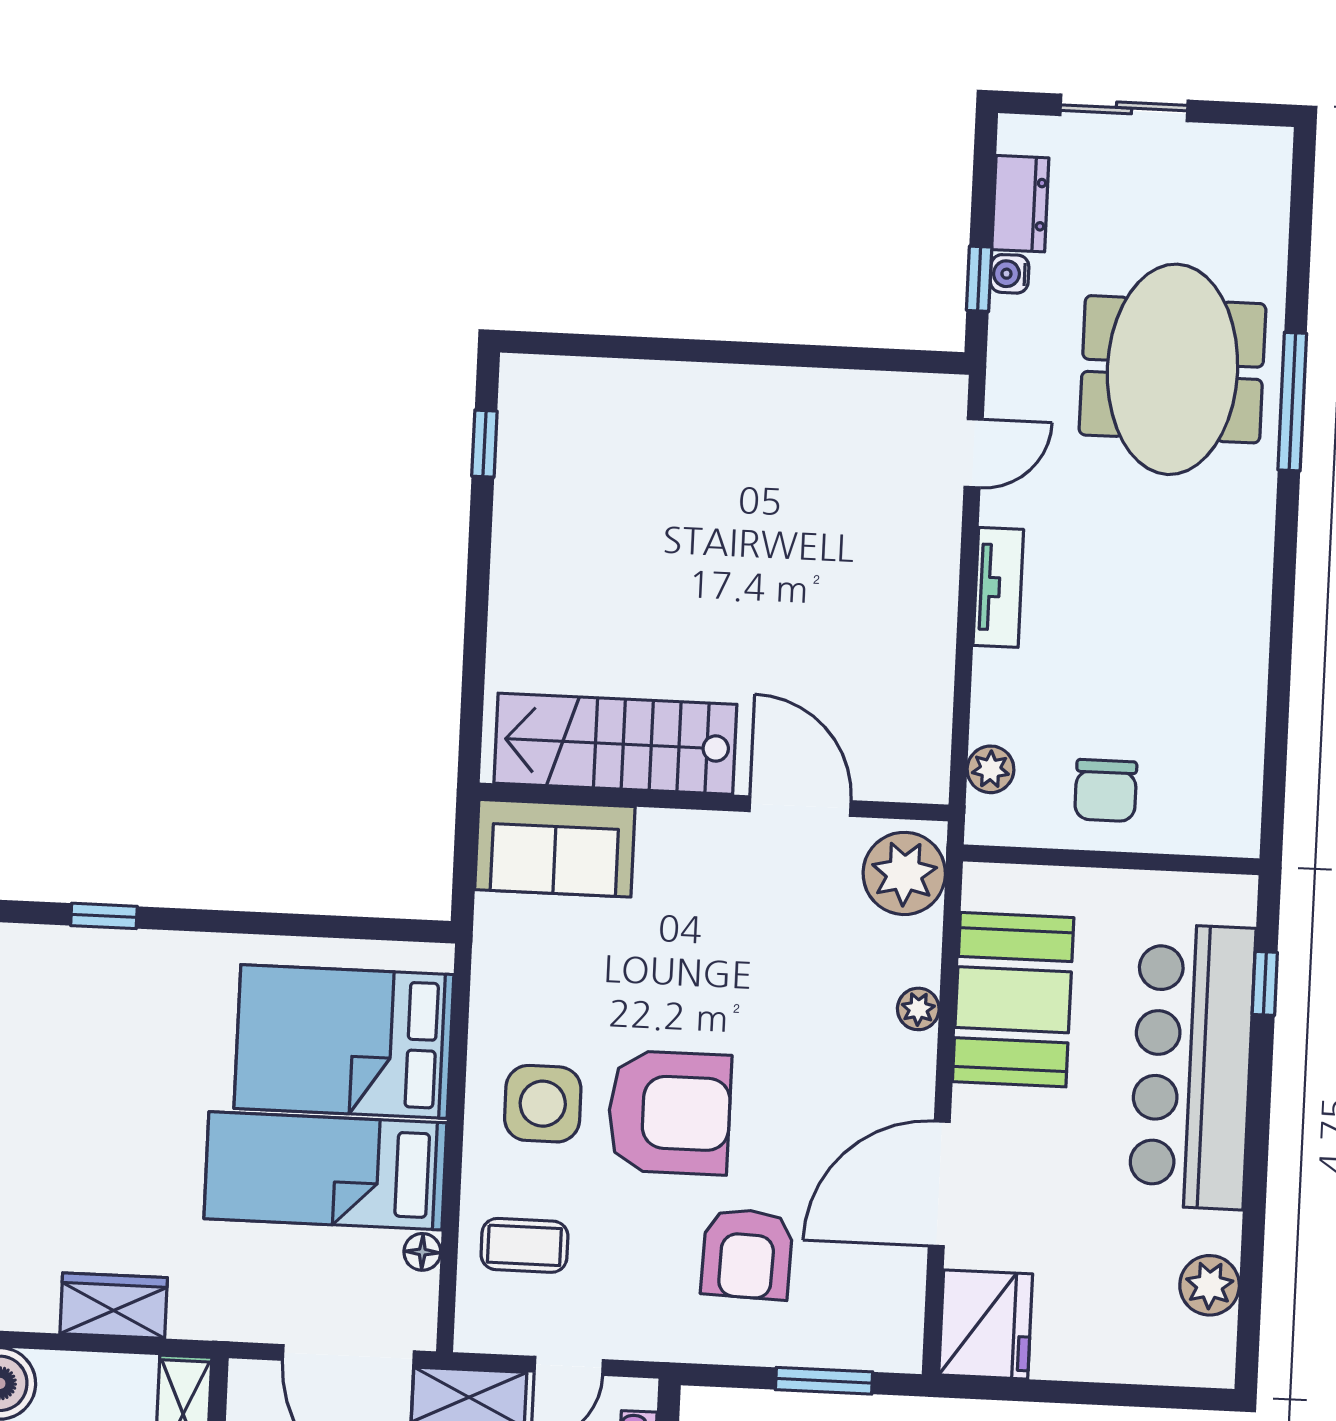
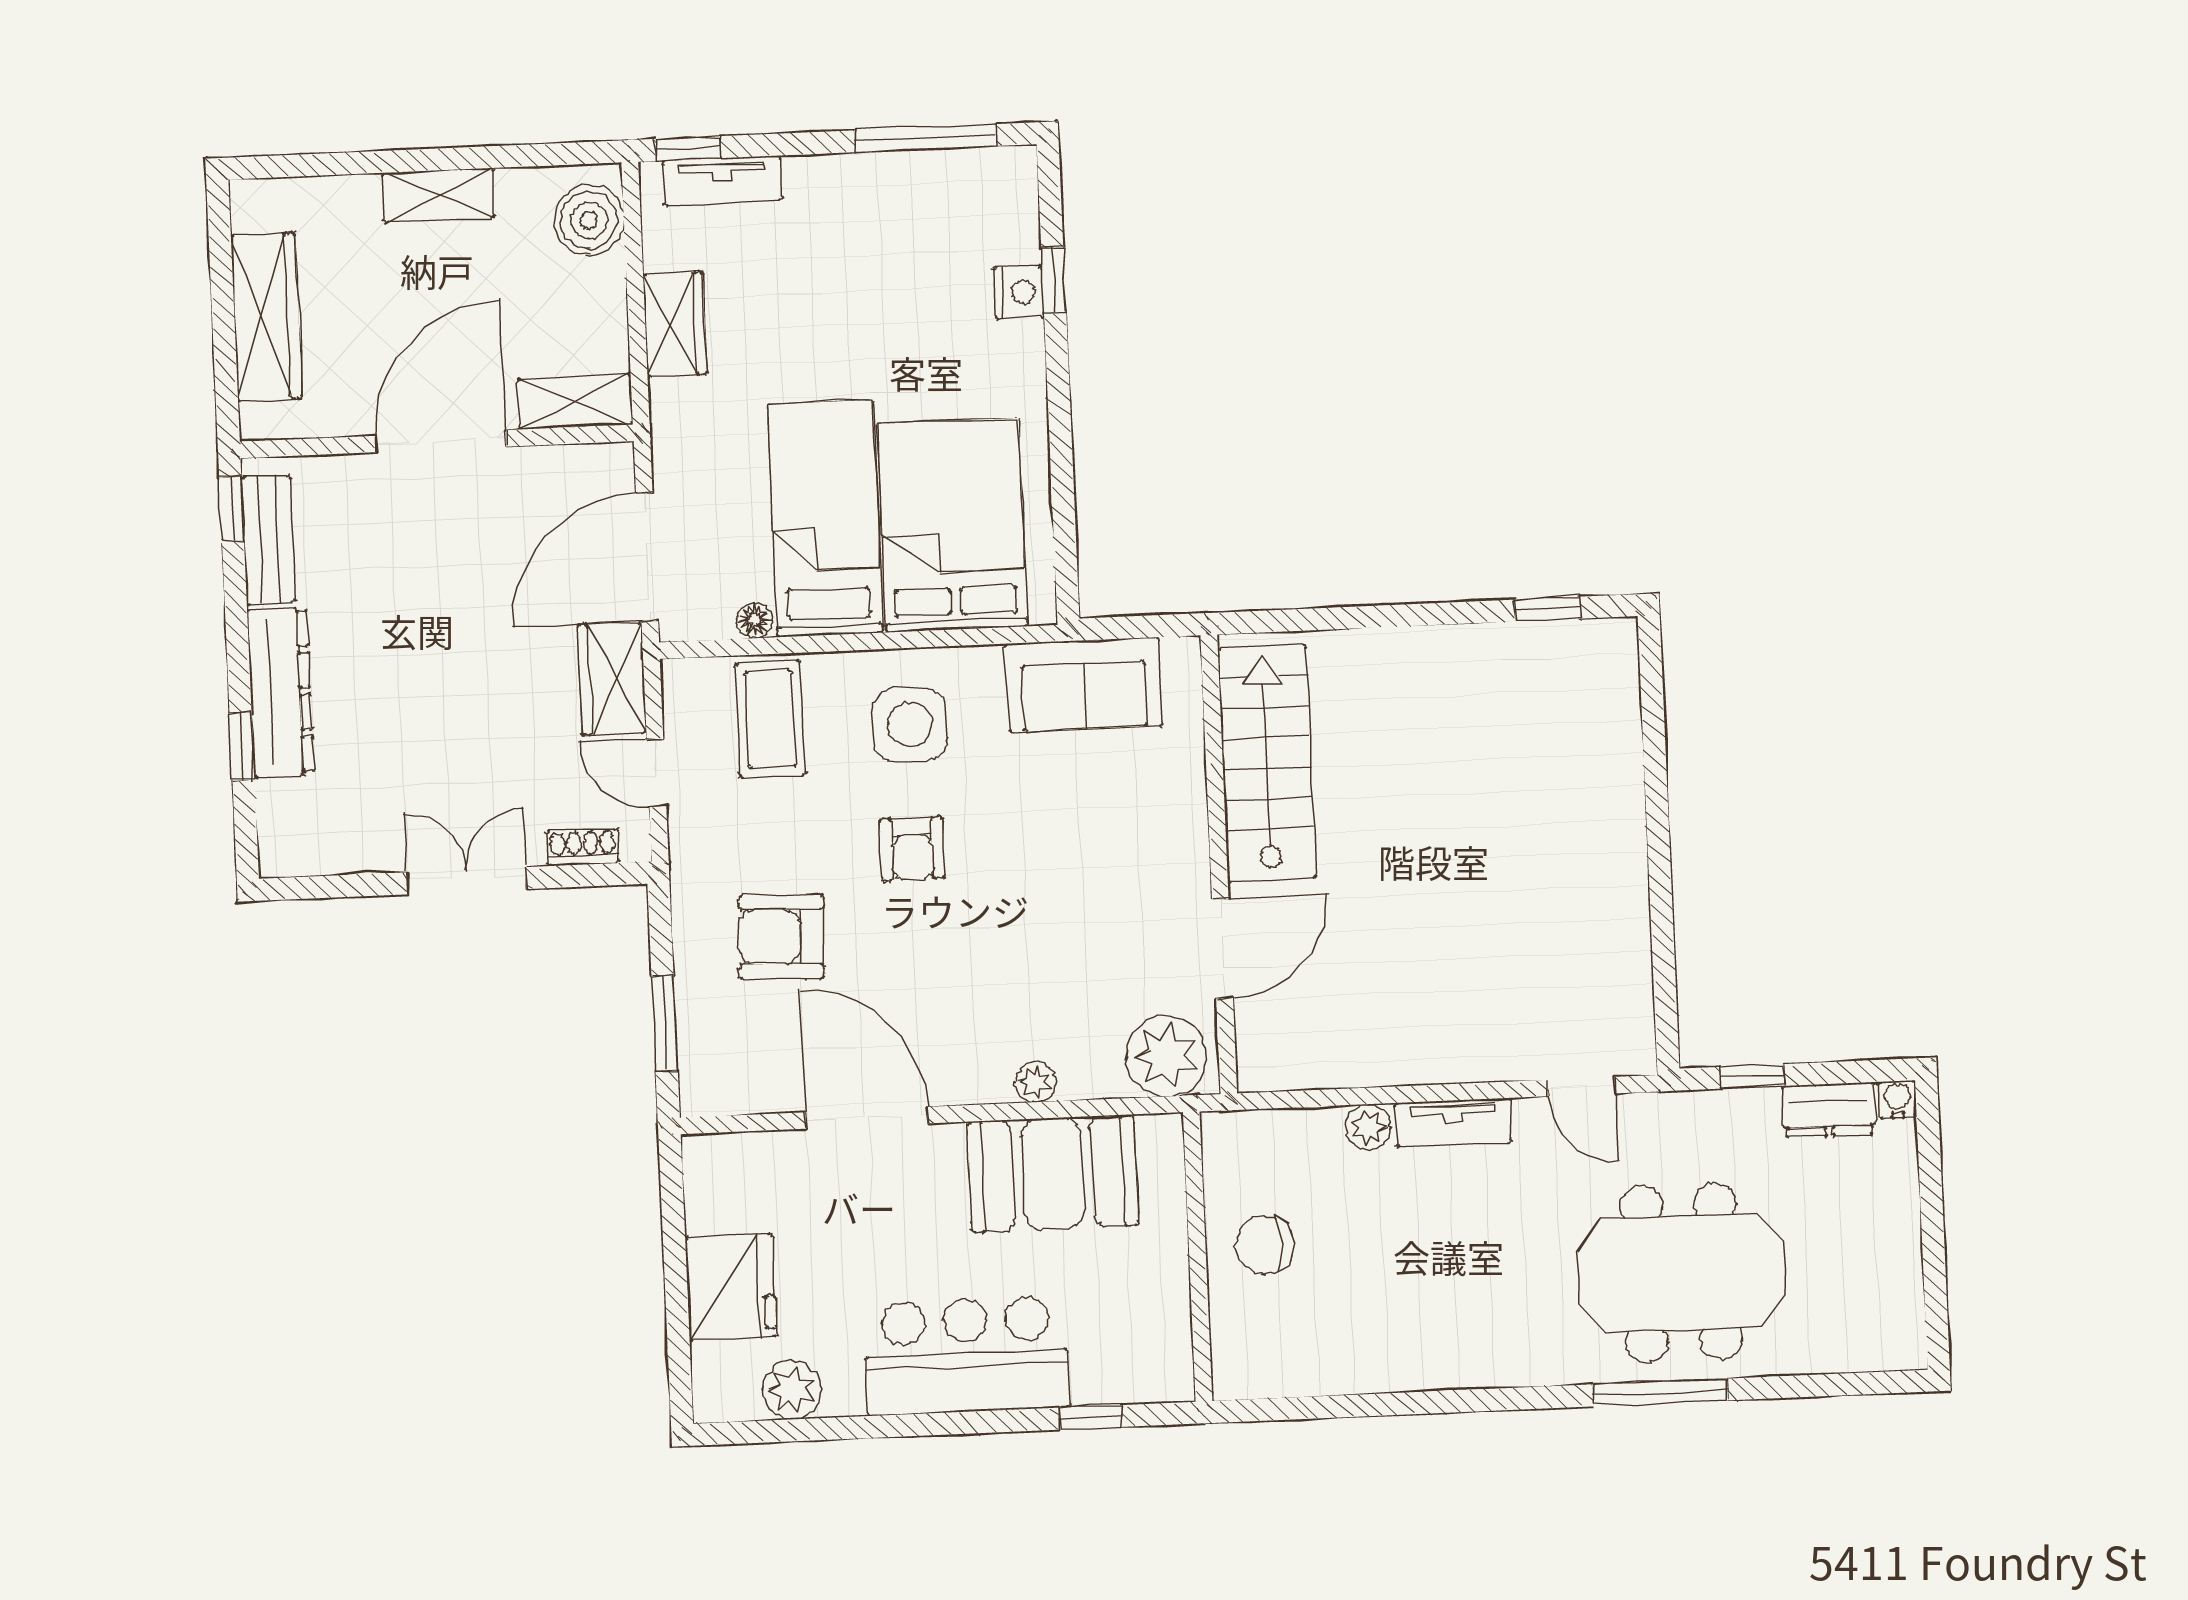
sliding door: (1124, 108) -> (1931, 1202), removed
water cooler: (1010, 274) -> (1897, 1100), moved
plant: (991, 769) -> (1368, 1127), moved
sofa: (555, 848) -> (1084, 685), moved, turned -90
nightstand: (113, 952) -> (1019, 292), added
bar counter: (1192, 1067) -> (967, 1356), width x0.73
armchair: (669, 1113) -> (912, 849), width x0.53, depth x0.53
coffee table: (524, 1245) -> (770, 719), width x1.36, depth x1.30
fridge: (986, 1324) -> (731, 1287), moved, turned -90

